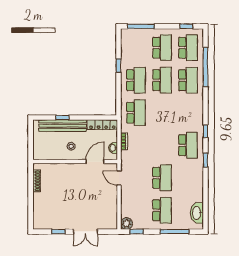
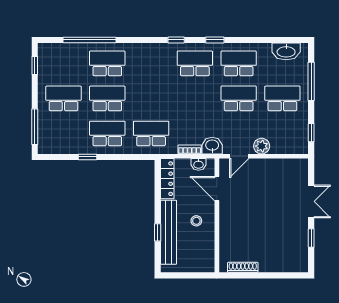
school desk: (188, 48) -> (239, 63), moved
washbasin: (127, 158) -> (212, 146), added
plant: (127, 224) -> (262, 146), moved

